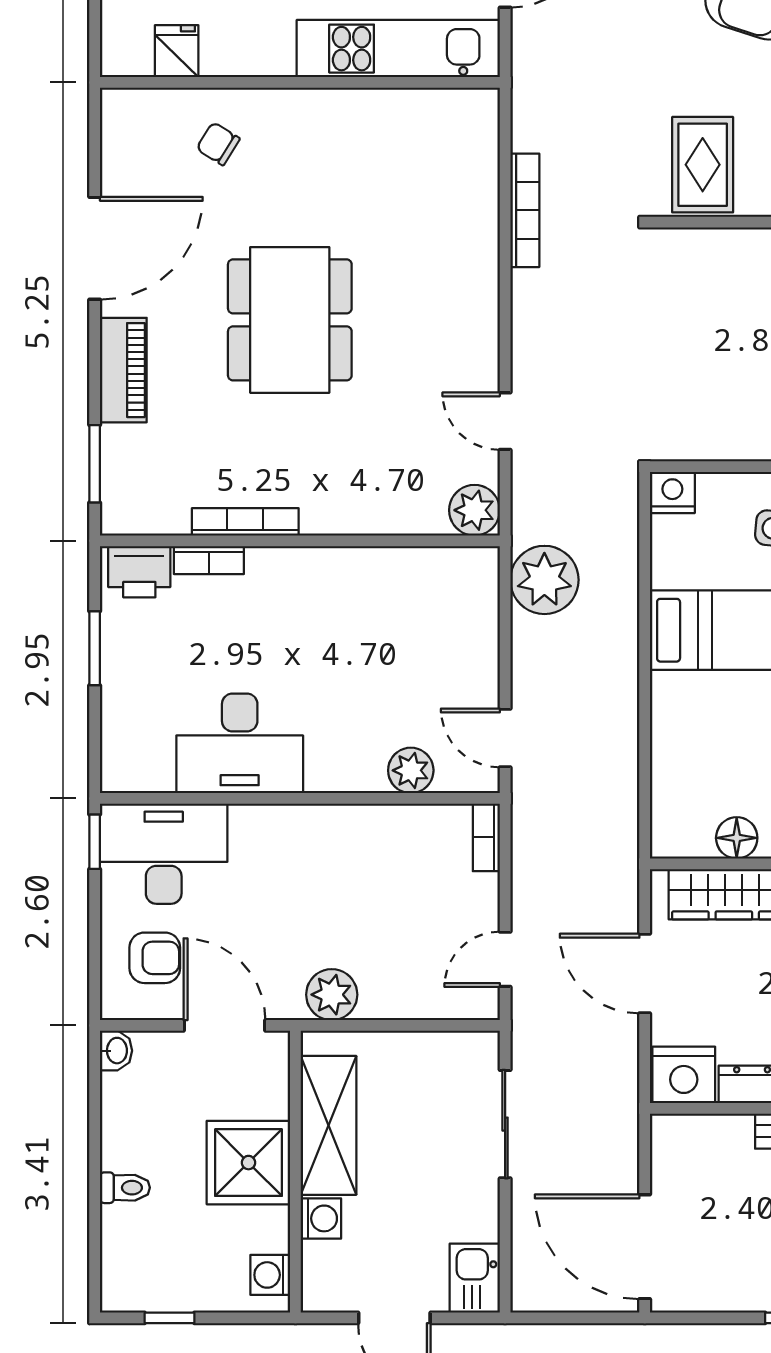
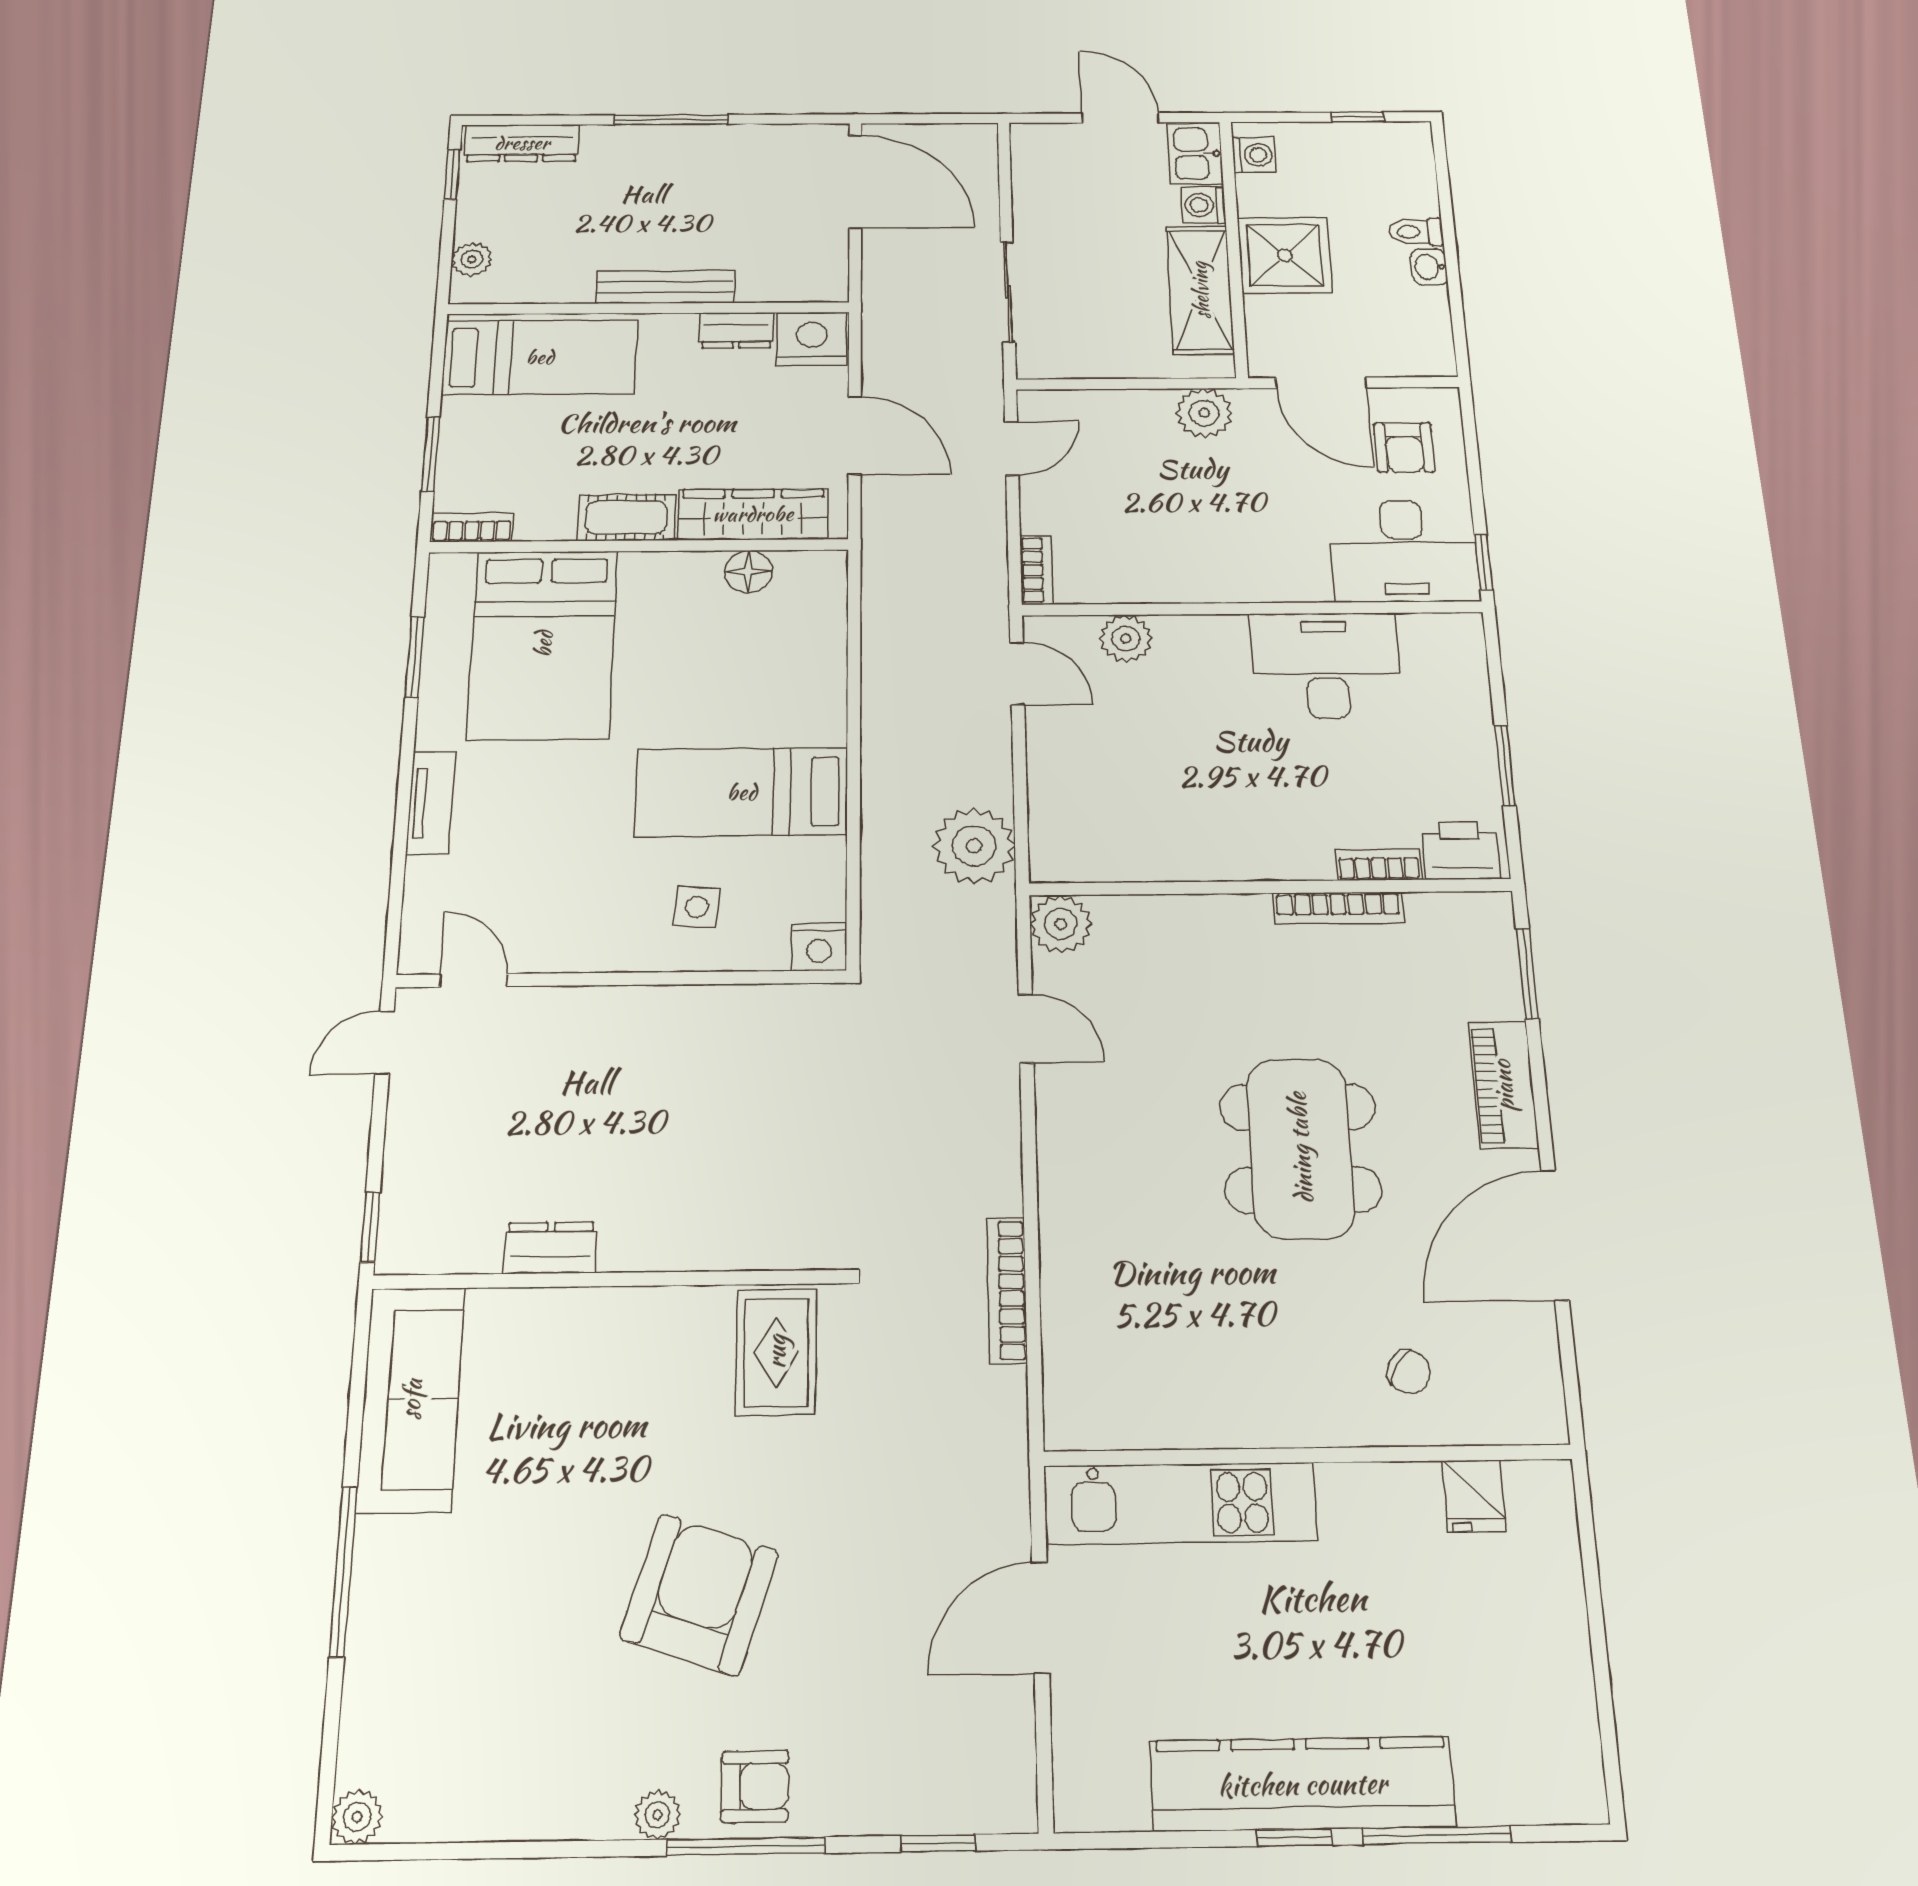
armchair: (155, 958) -> (1404, 447), turned -90
washbasin: (116, 1051) -> (1429, 267), moved
kitchen sink: (475, 1278) -> (1195, 154), moved, turned 180

